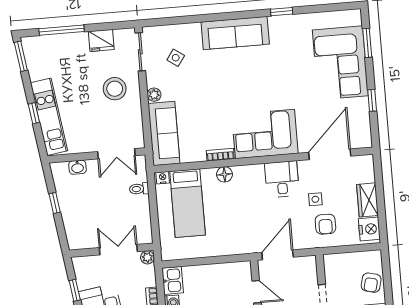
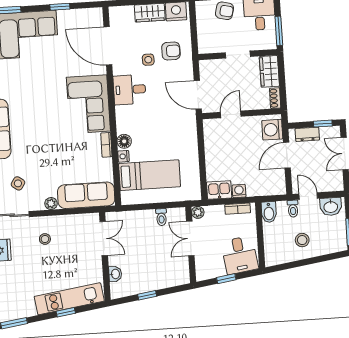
stool: (115, 89) -> (45, 239), width x0.53, depth x0.53
nightstand: (163, 178) -> (123, 156), moved
toilet: (139, 189) -> (161, 217), moved

